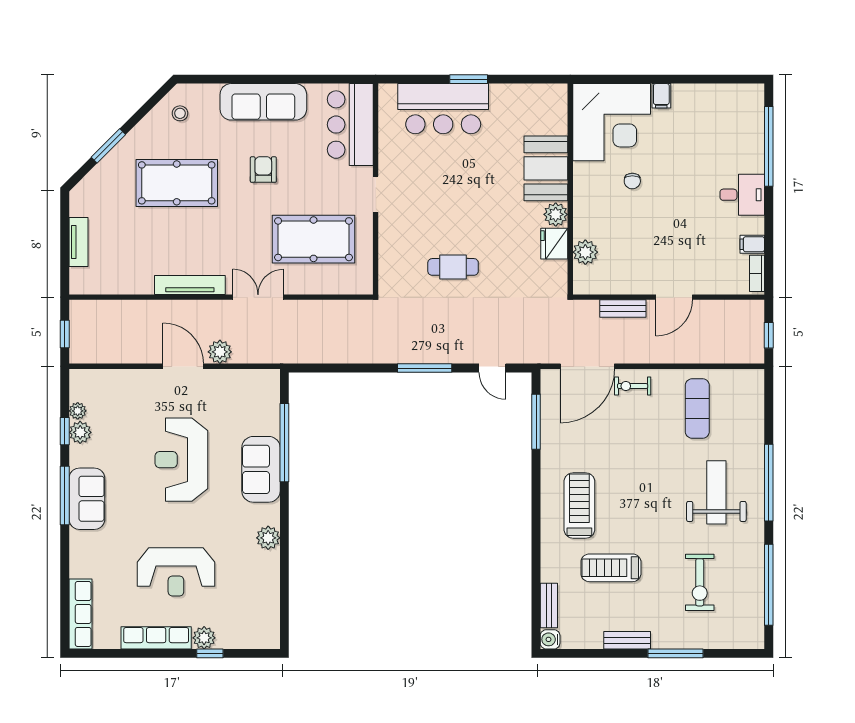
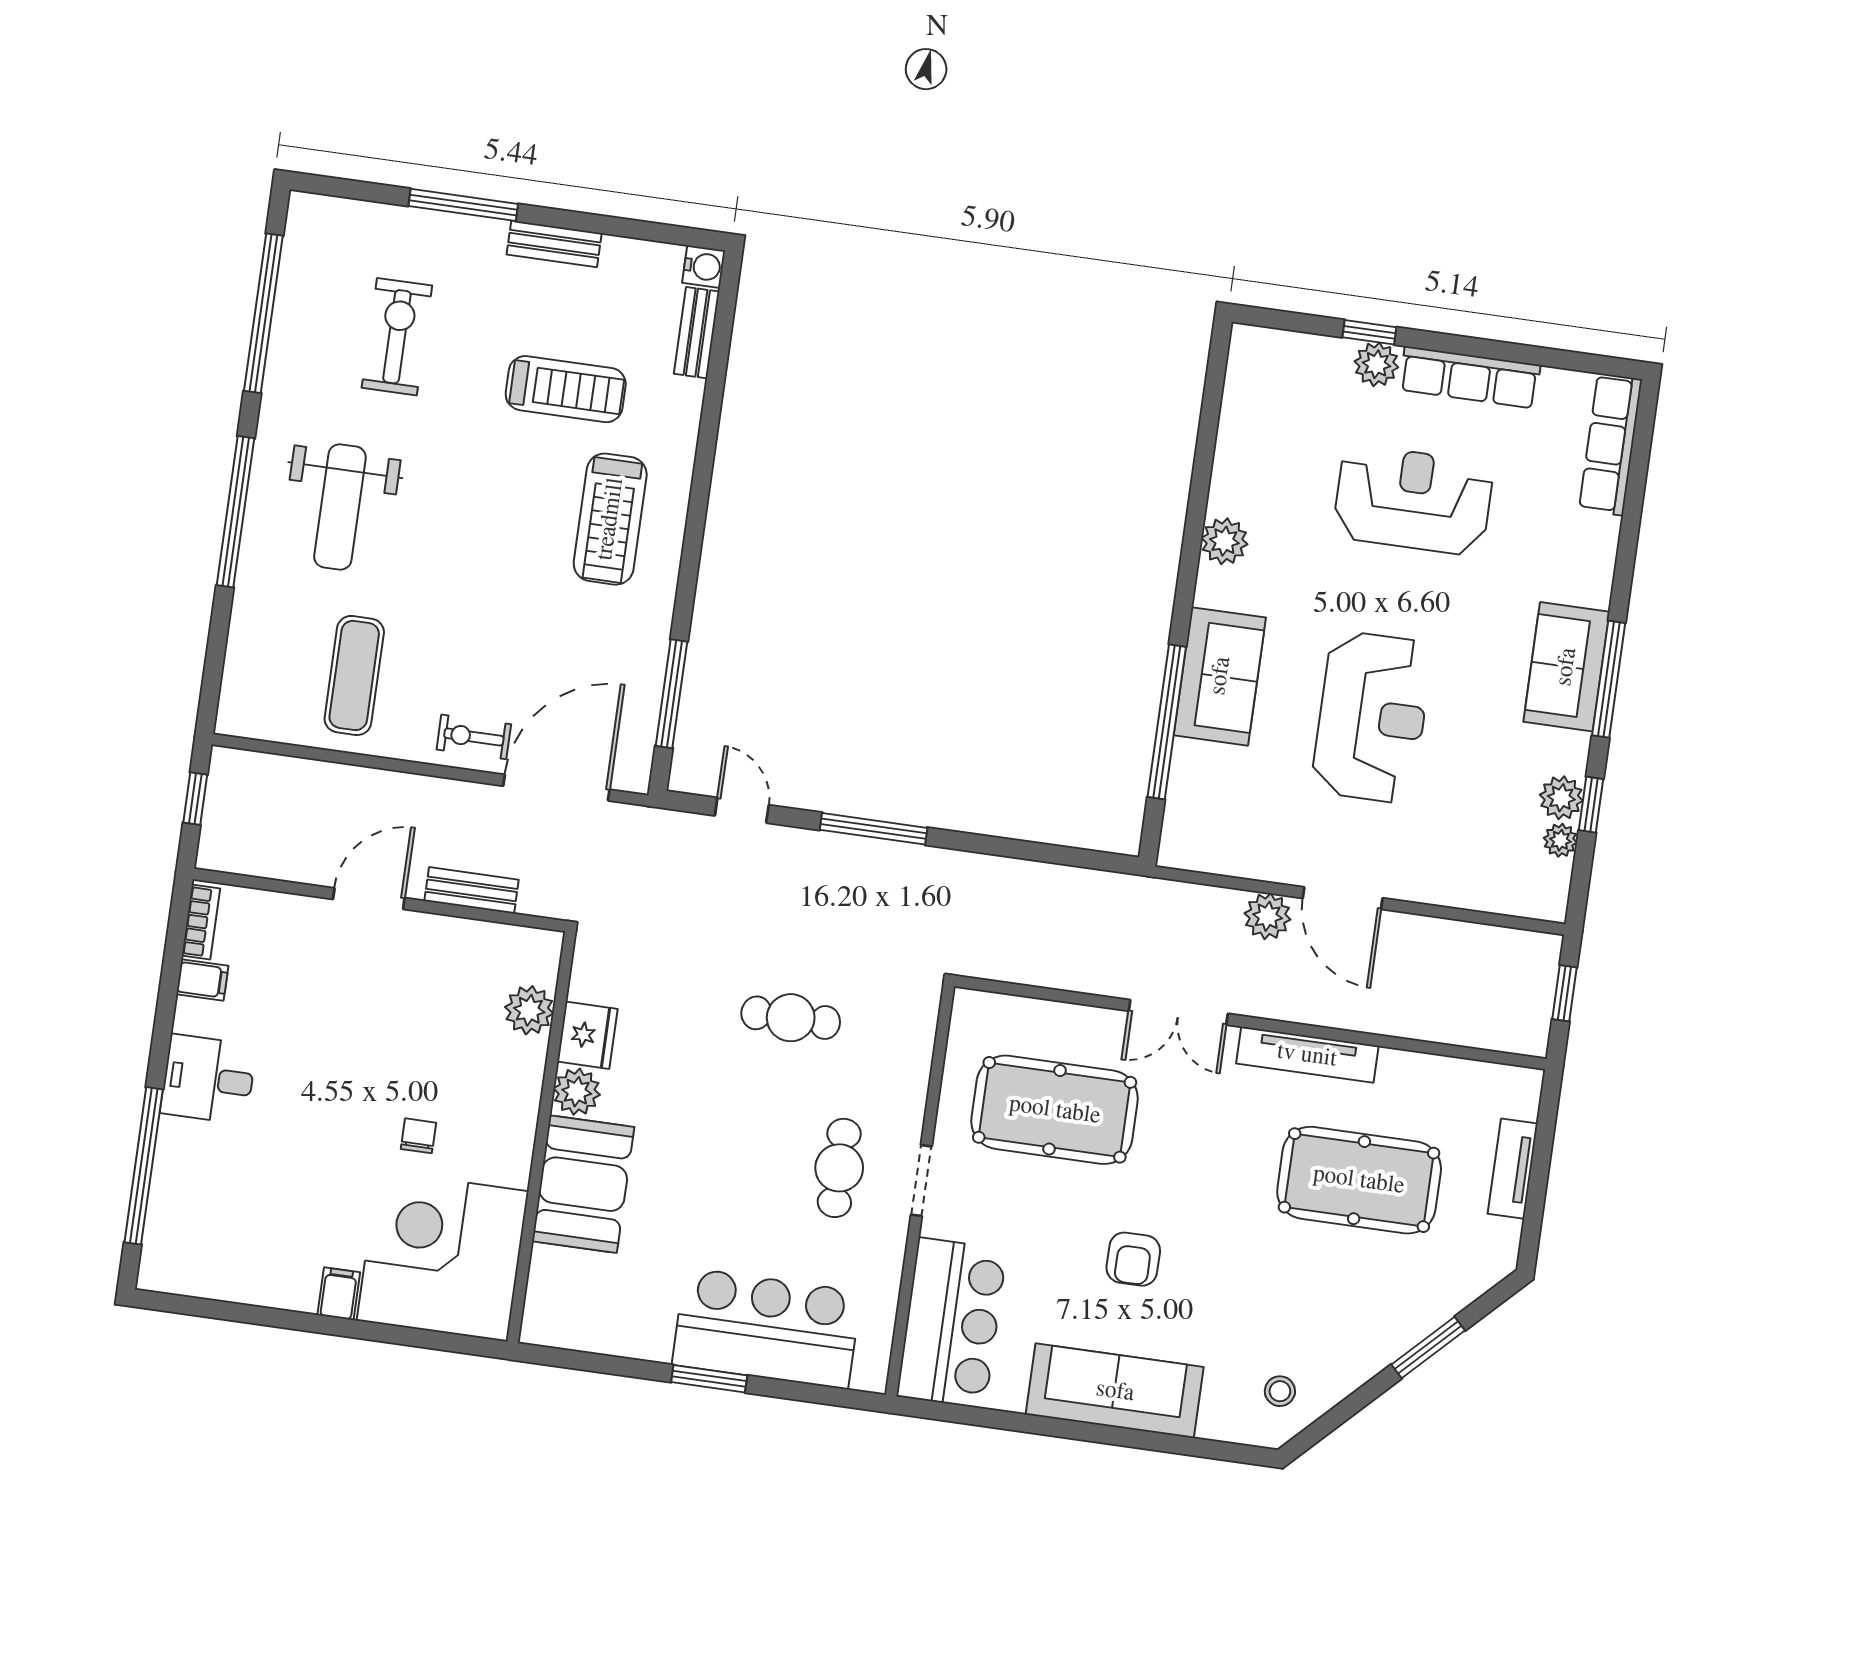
pool table: (177, 183) -> (1359, 1180), moved
cafe table: (418, 195) -> (839, 1168), added
exercise bike: (633, 386) -> (474, 737), turned 180

